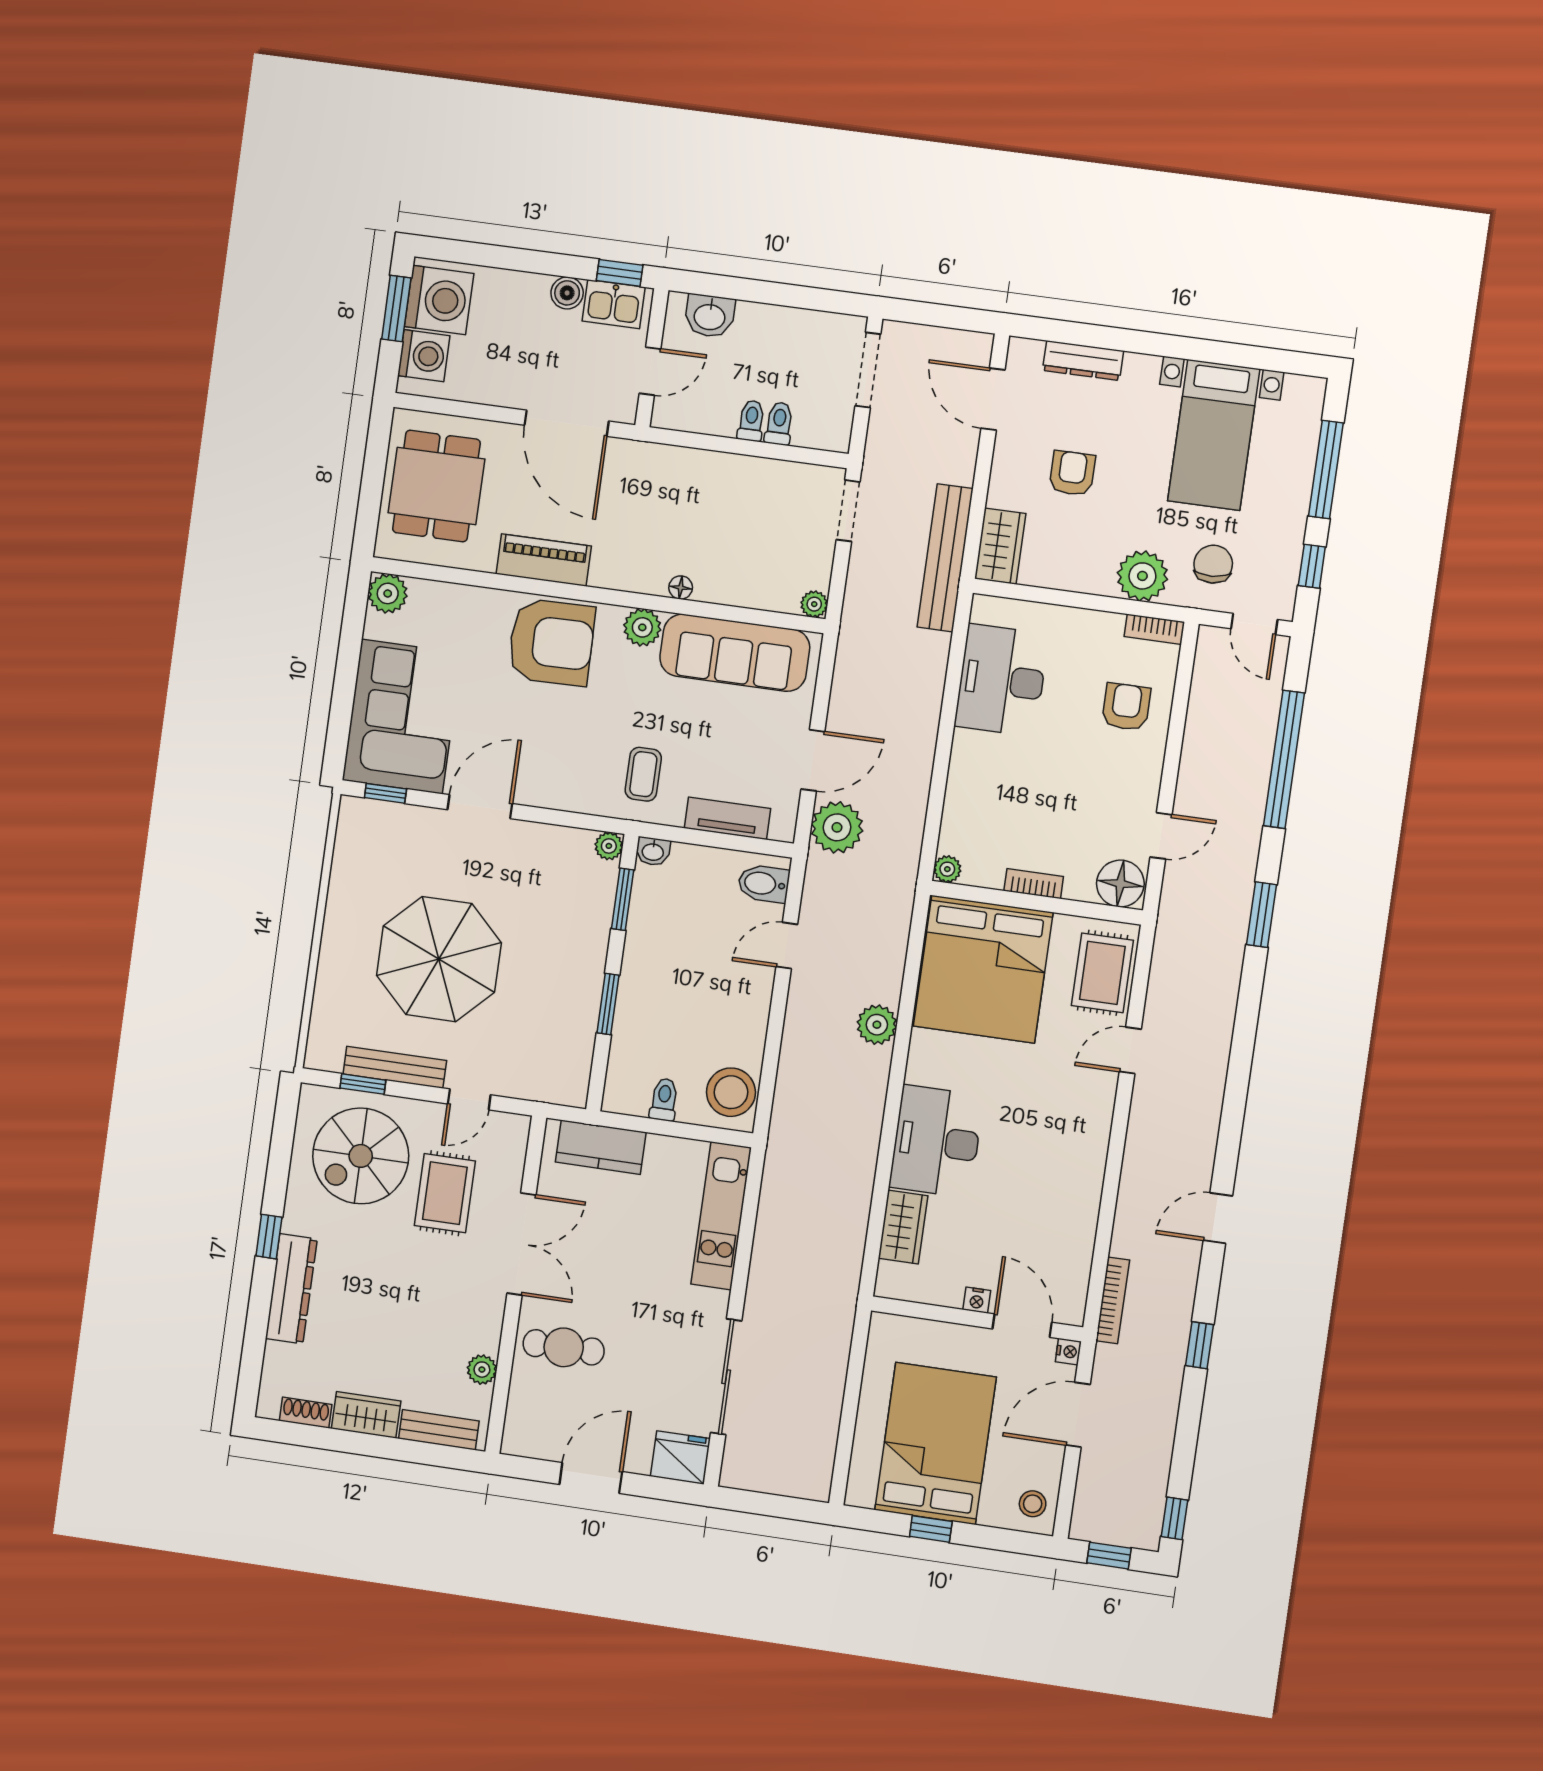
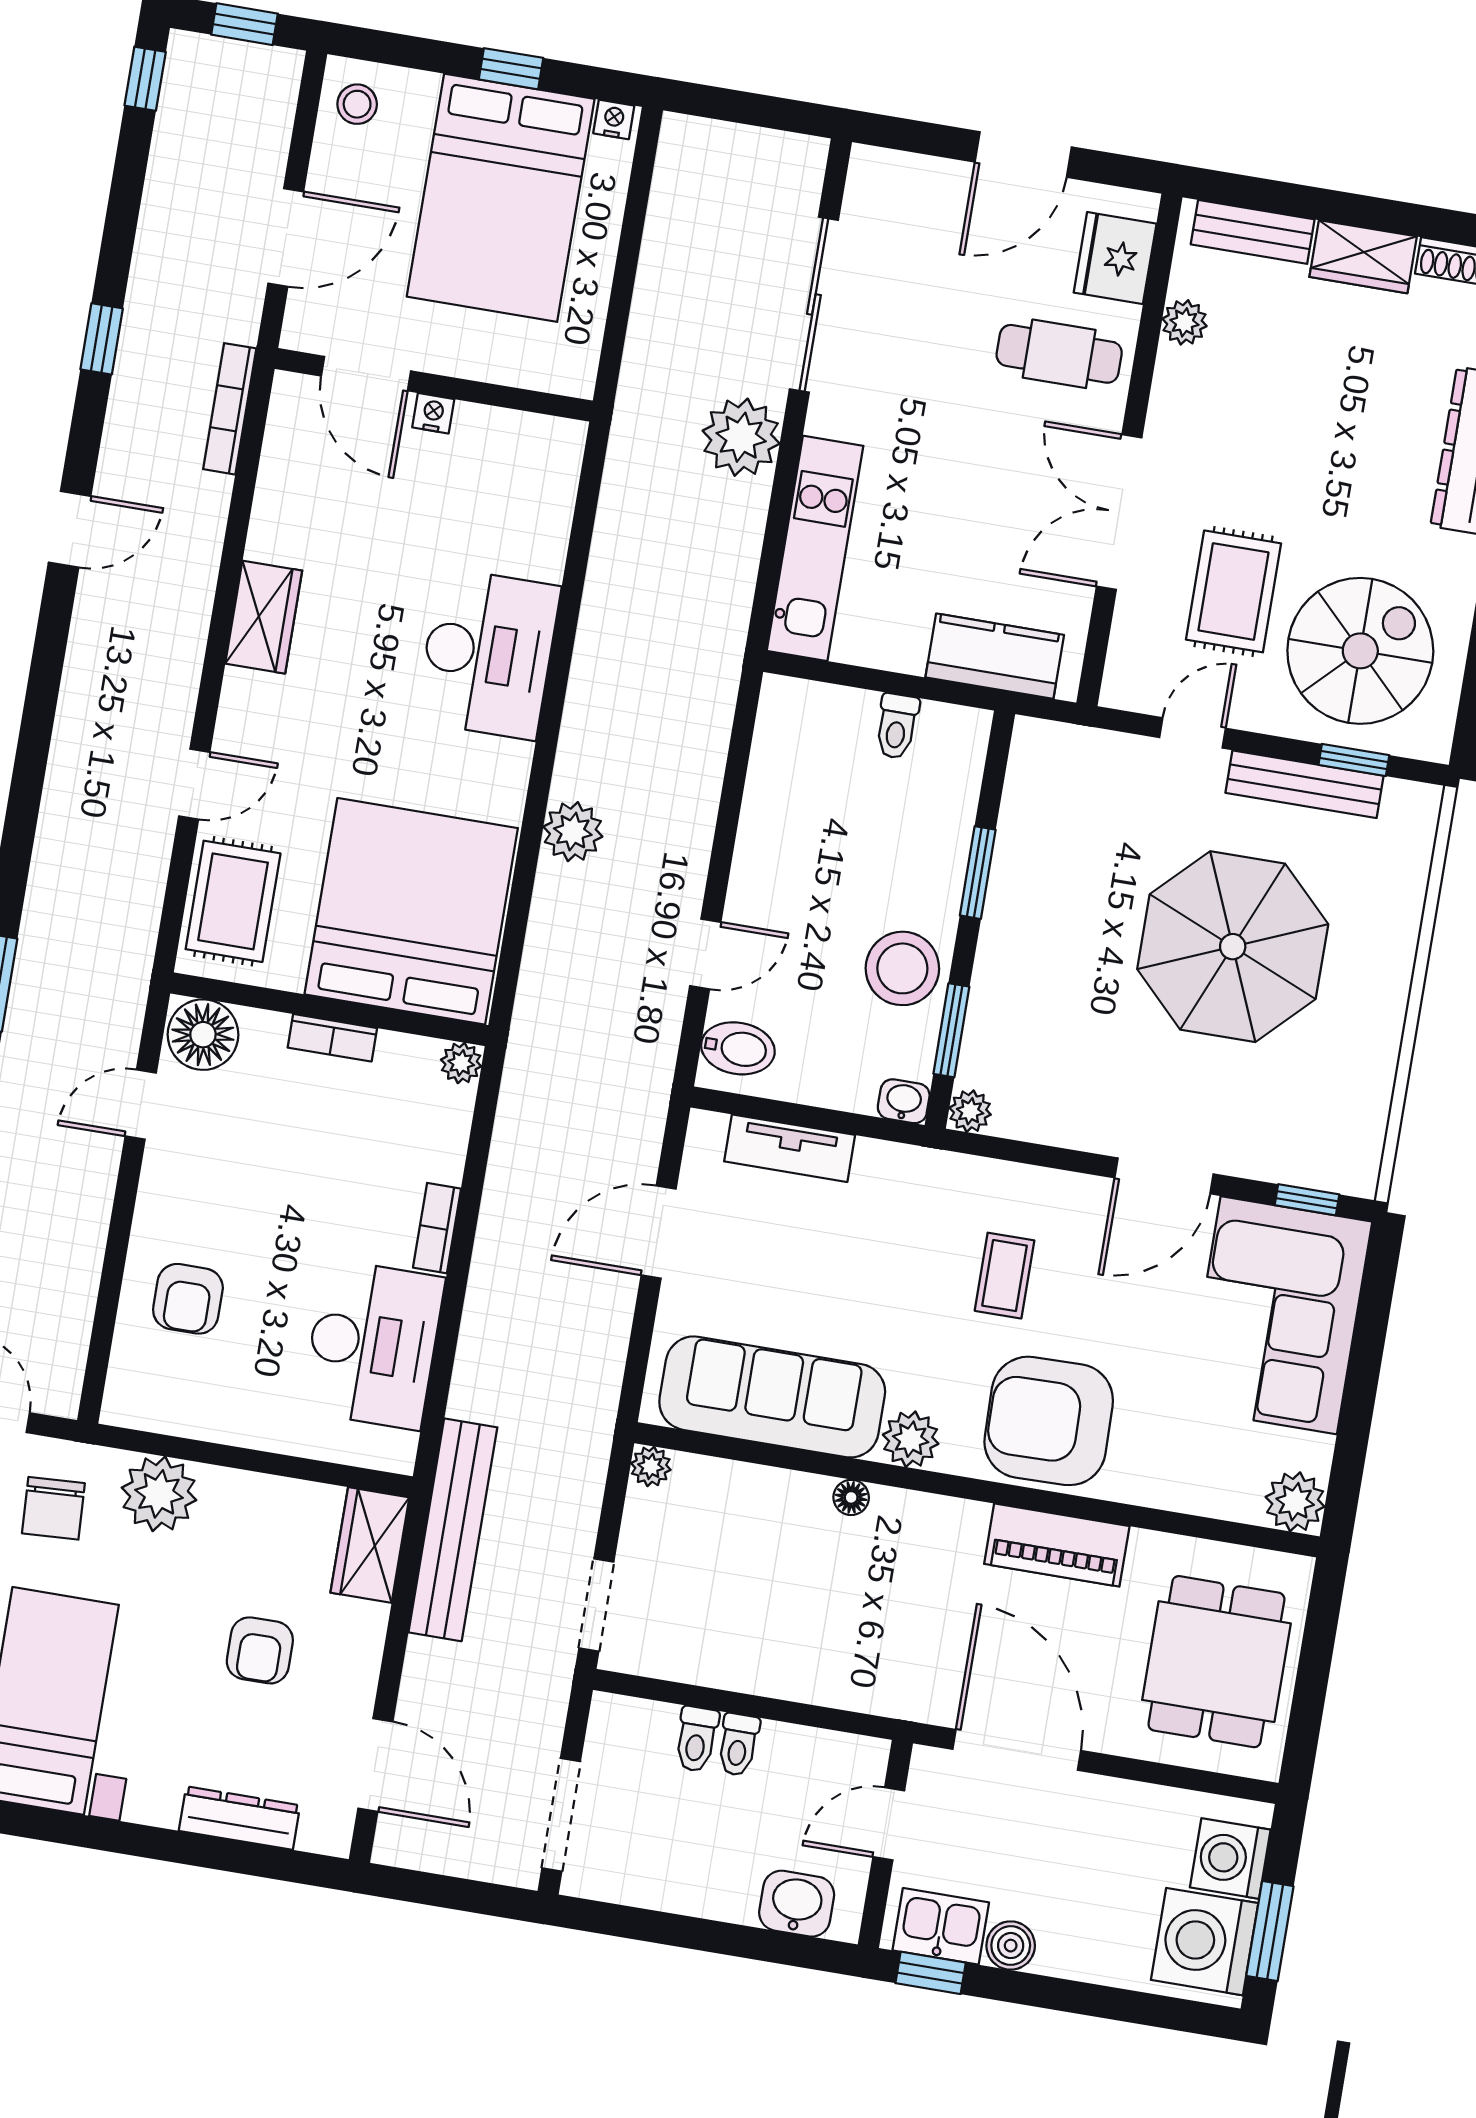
bookcase: (1154, 629) -> (437, 1228), moved, turned -90
coffee table: (643, 774) -> (1005, 1276), moved
plant: (837, 827) -> (741, 437), moved
stool: (731, 1092) -> (902, 968), moved
wardrobe: (903, 1227) -> (264, 617), moved, turned 180
nightstand: (1068, 1352) -> (614, 119), moved, turned 90
fridge: (680, 1457) -> (1115, 258), moved, turned 90

